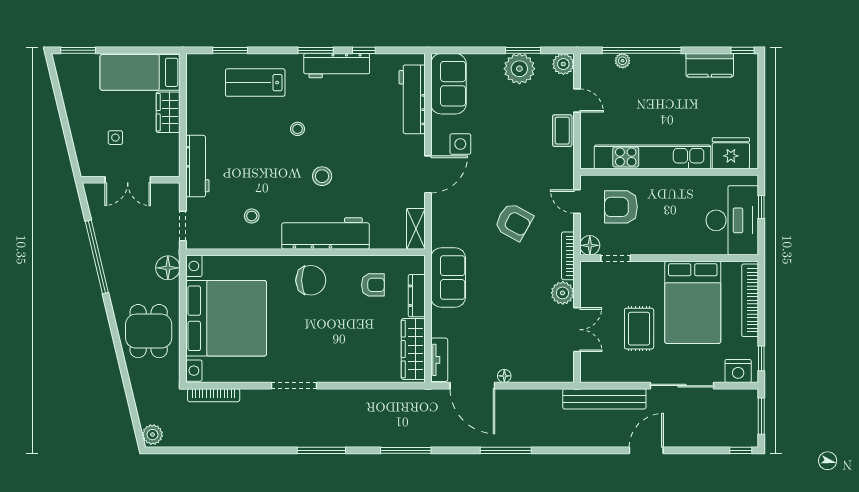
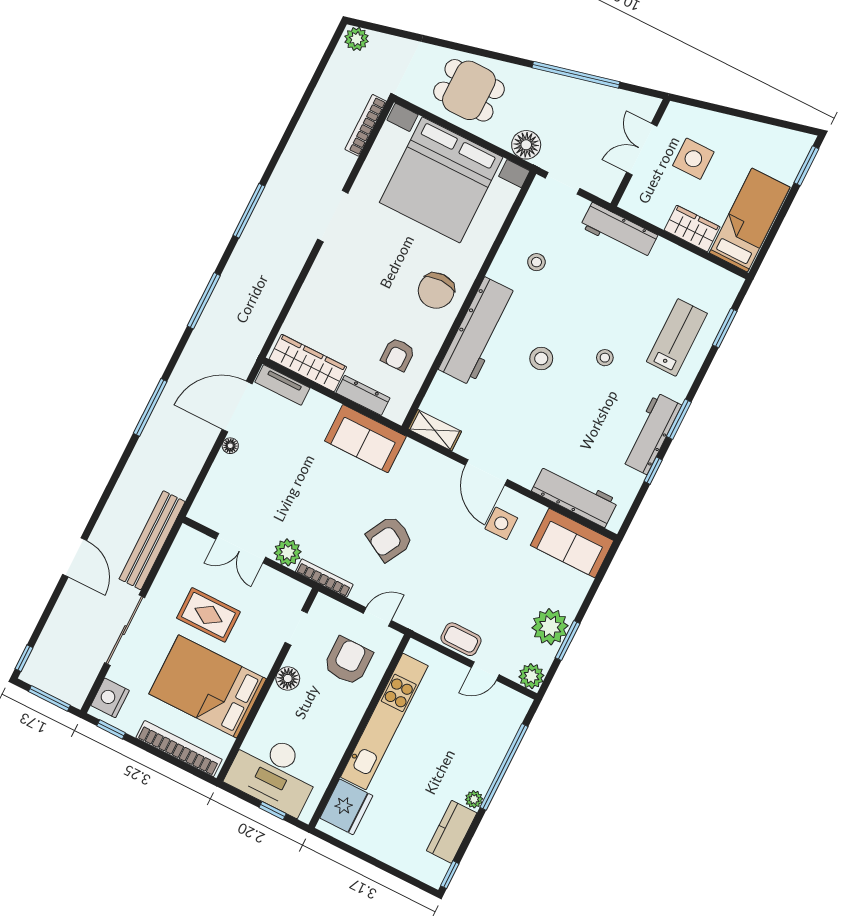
plant: (623, 61) -> (474, 799), moved
side table: (115, 138) -> (693, 159), width x1.87, depth x1.87
floor lamp: (590, 245) -> (288, 679), moved

